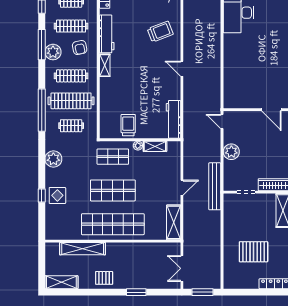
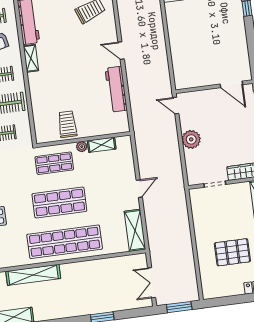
workbench: (173, 119) -> (116, 89), moved
bench: (215, 186) -> (177, 182), removed
pallet: (104, 278) -> (63, 306), removed

